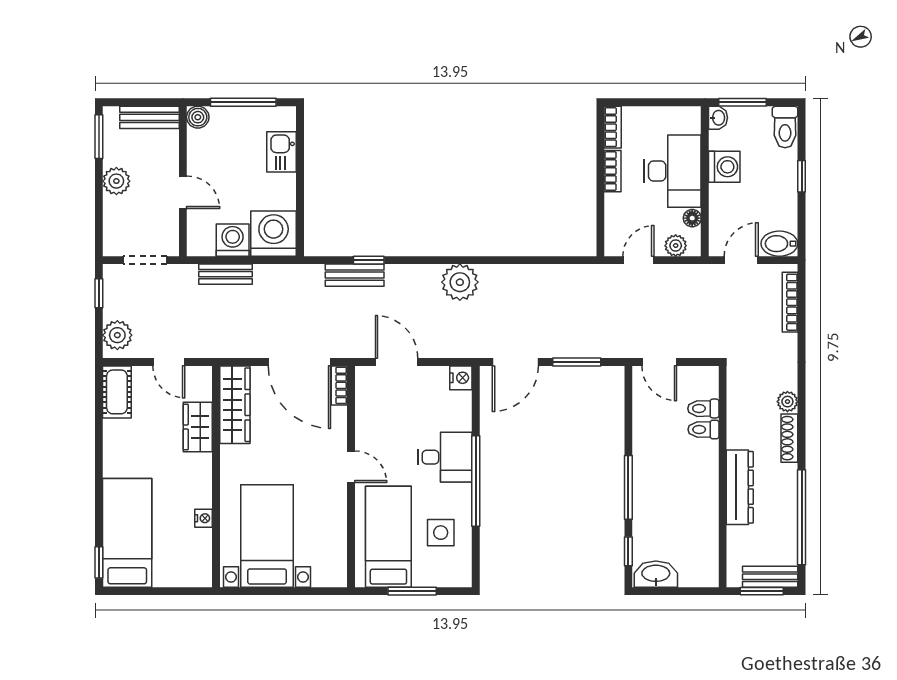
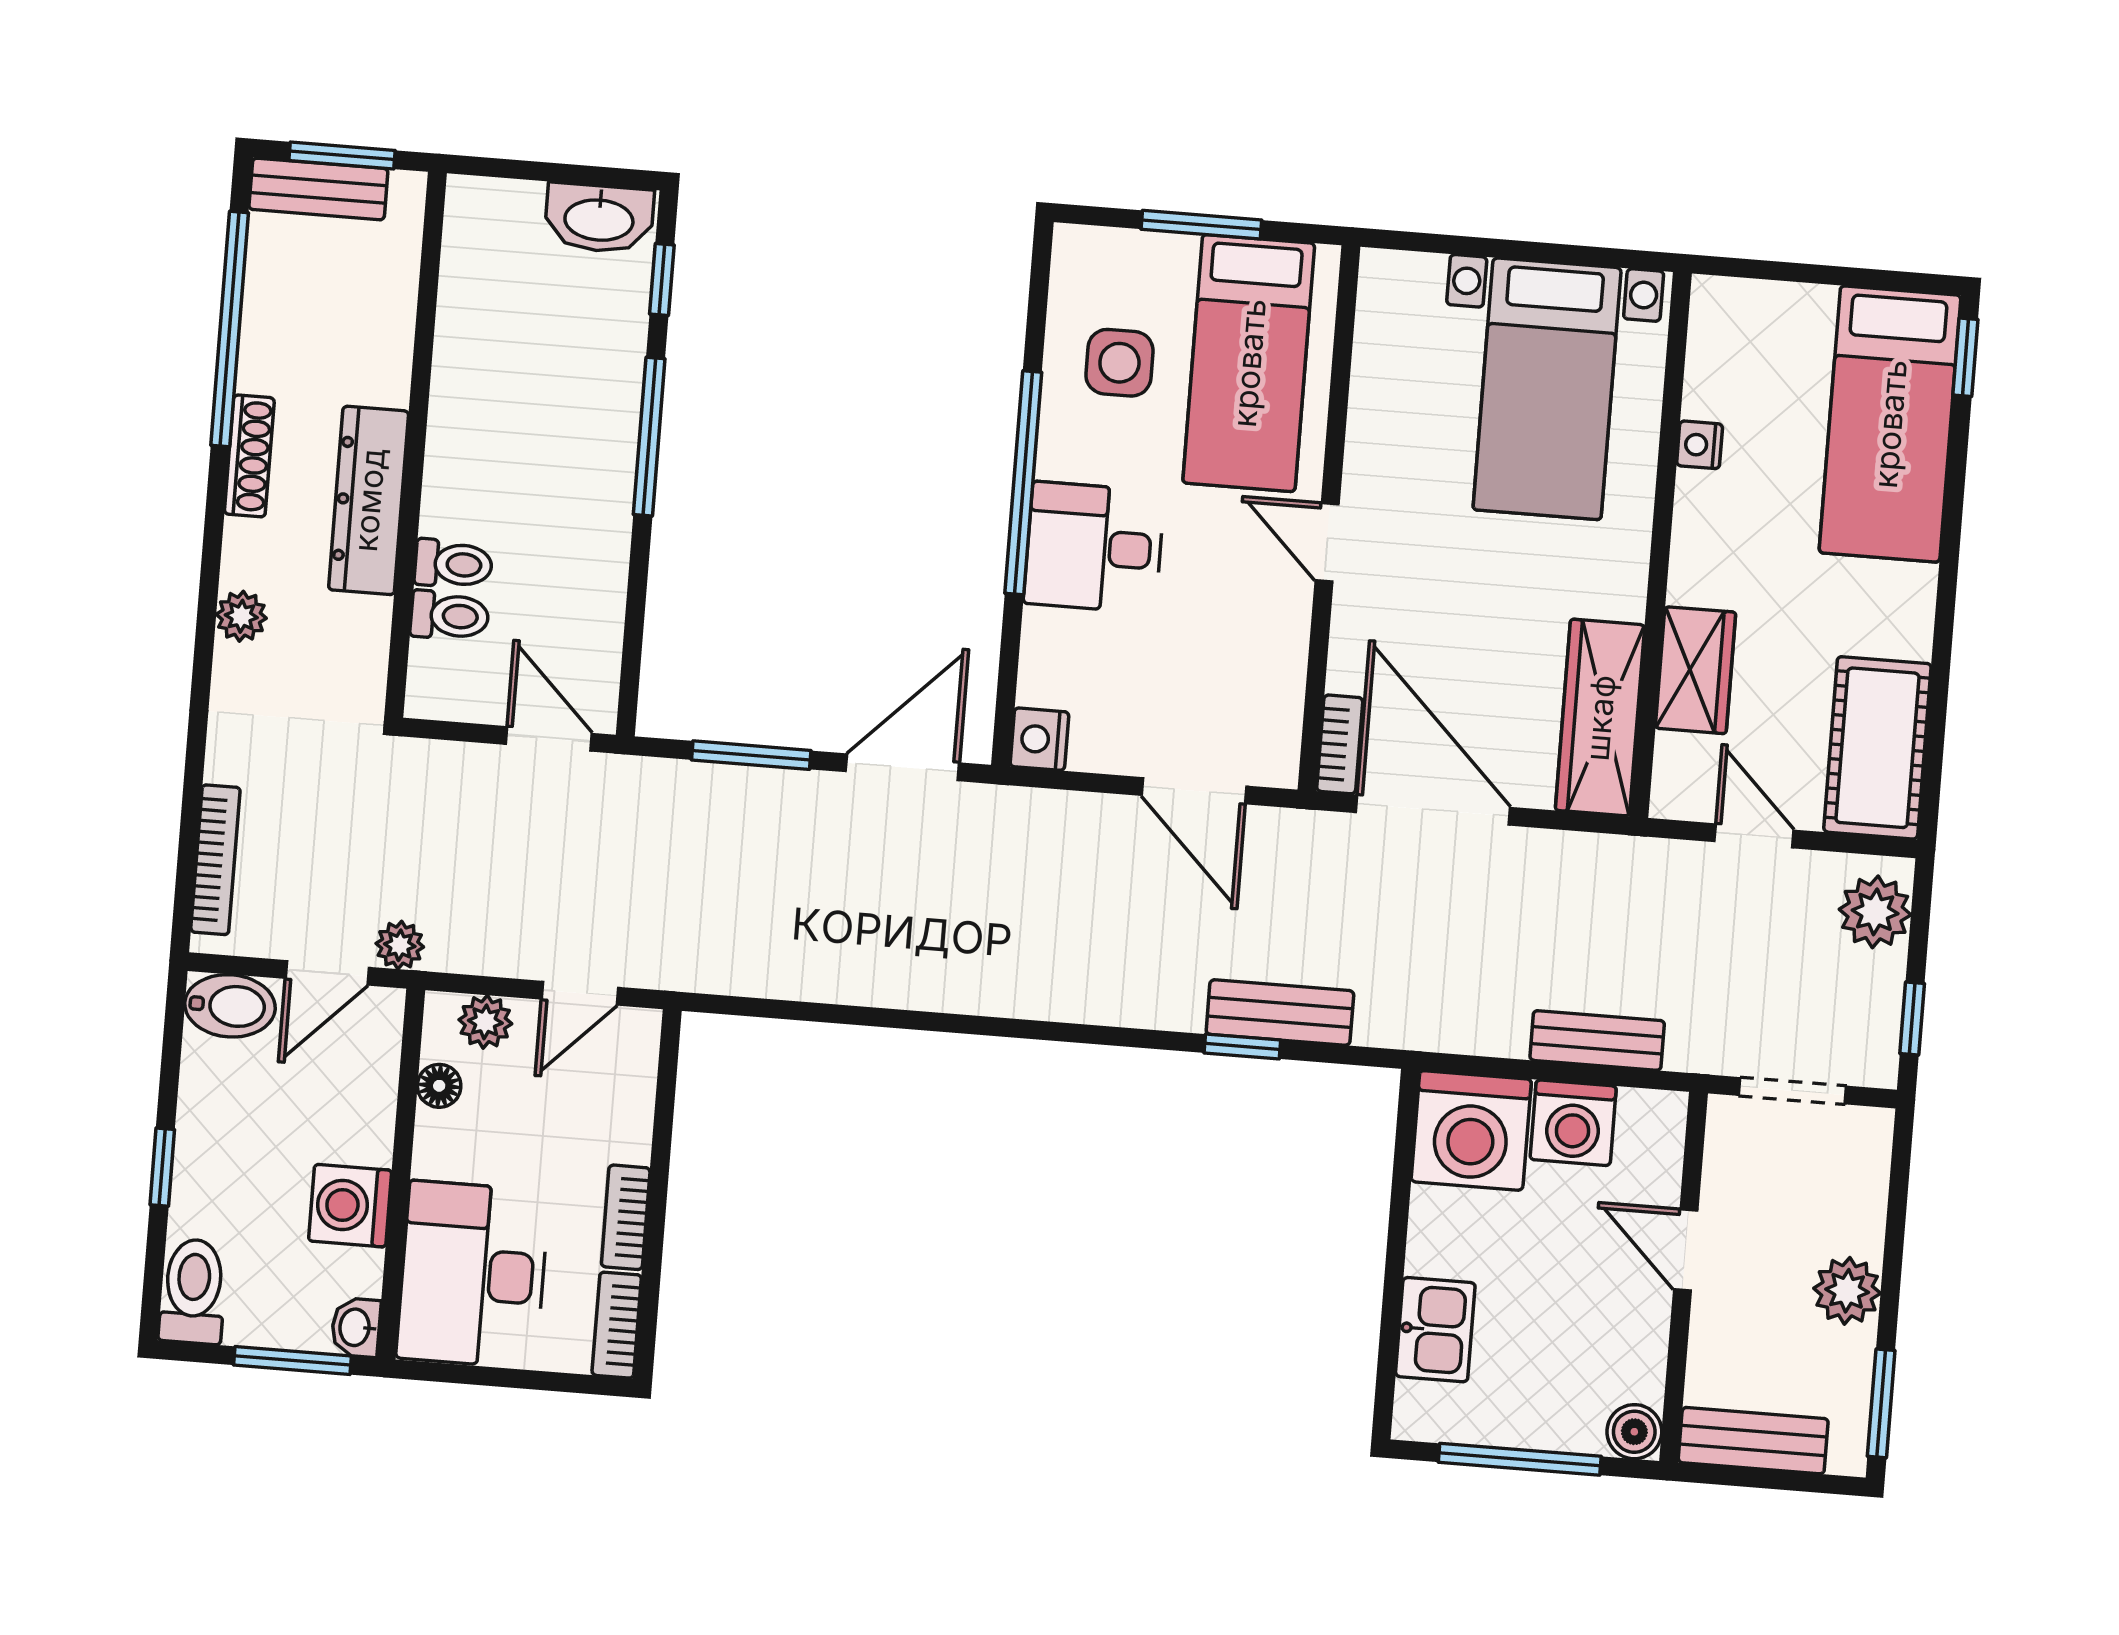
desk: (672, 171) -> (473, 1274), moved
plant: (460, 282) -> (400, 945), moved, width x0.53, depth x0.53
cot: (117, 392) -> (1877, 748), width x1.37, depth x1.34
shoe rack: (789, 438) -> (249, 456), moved
dresser: (740, 487) -> (369, 500), moved

